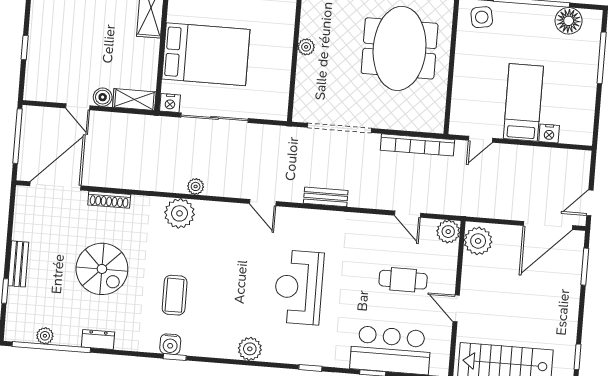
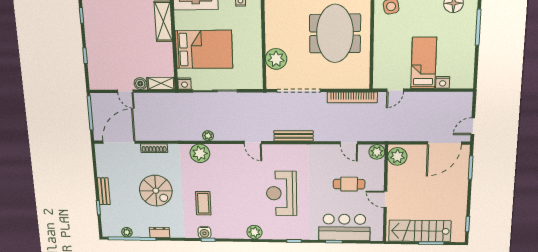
plant: (306, 47) -> (276, 59), moved, width x1.87, depth x1.87
bench: (326, 197) -> (294, 136), width x1.36

